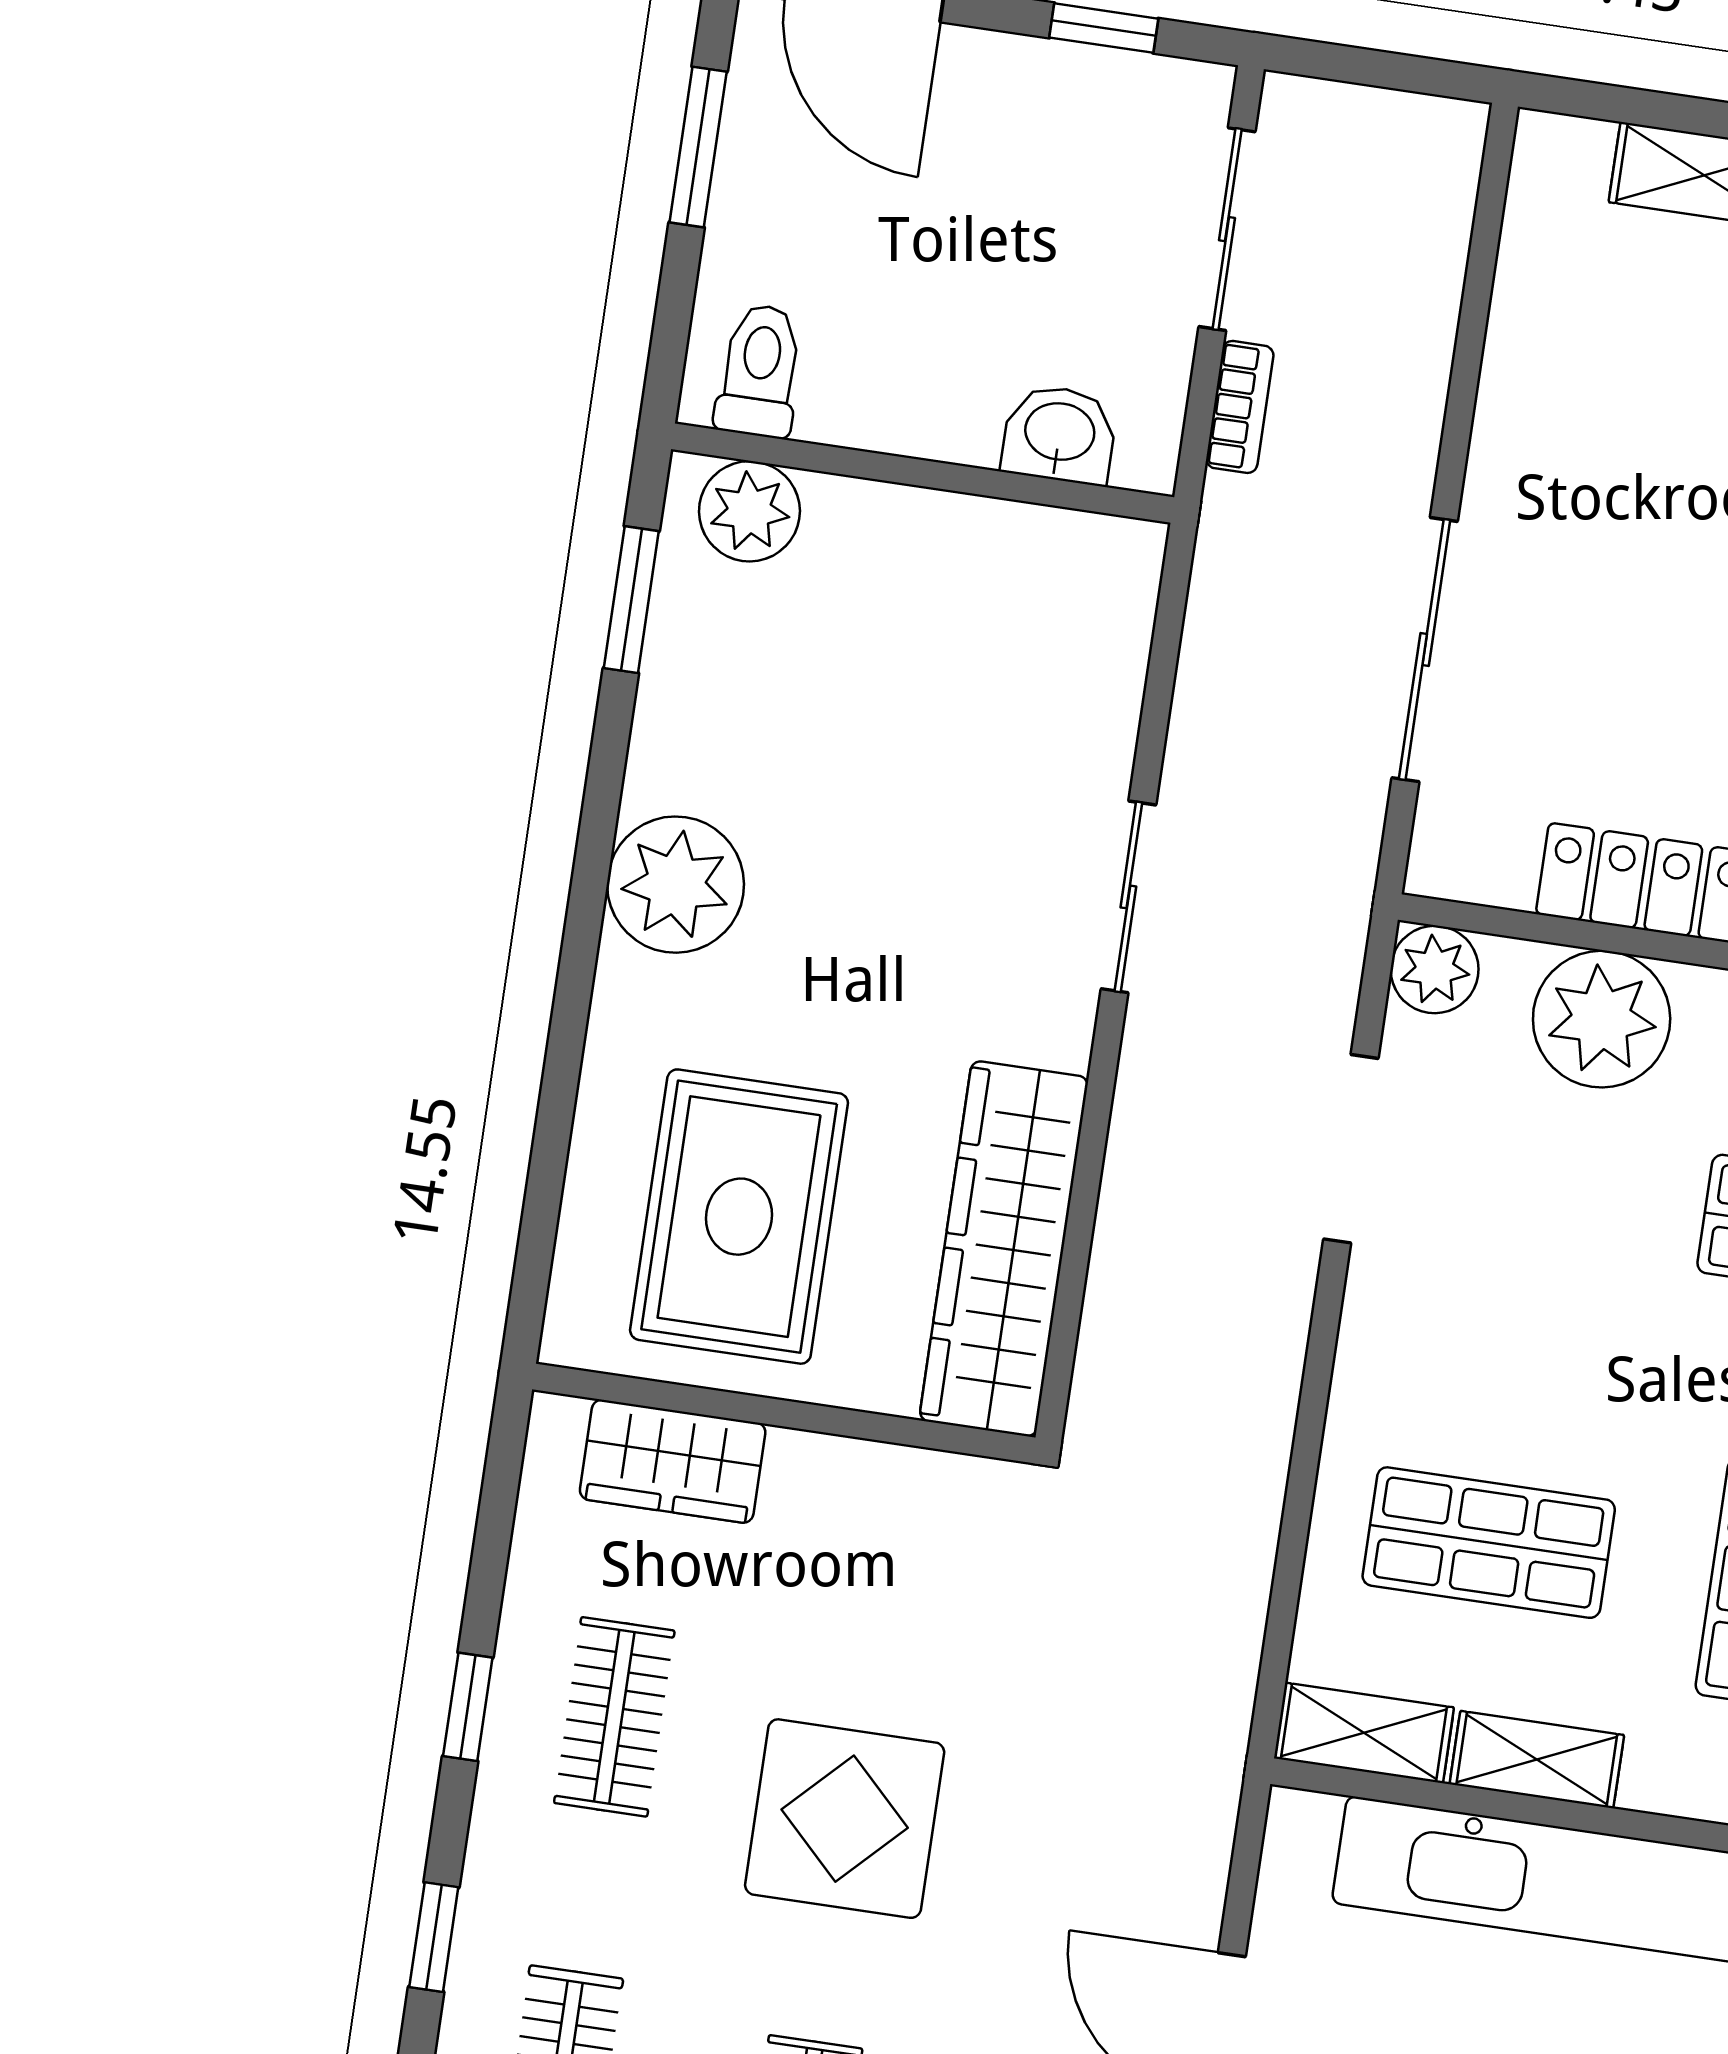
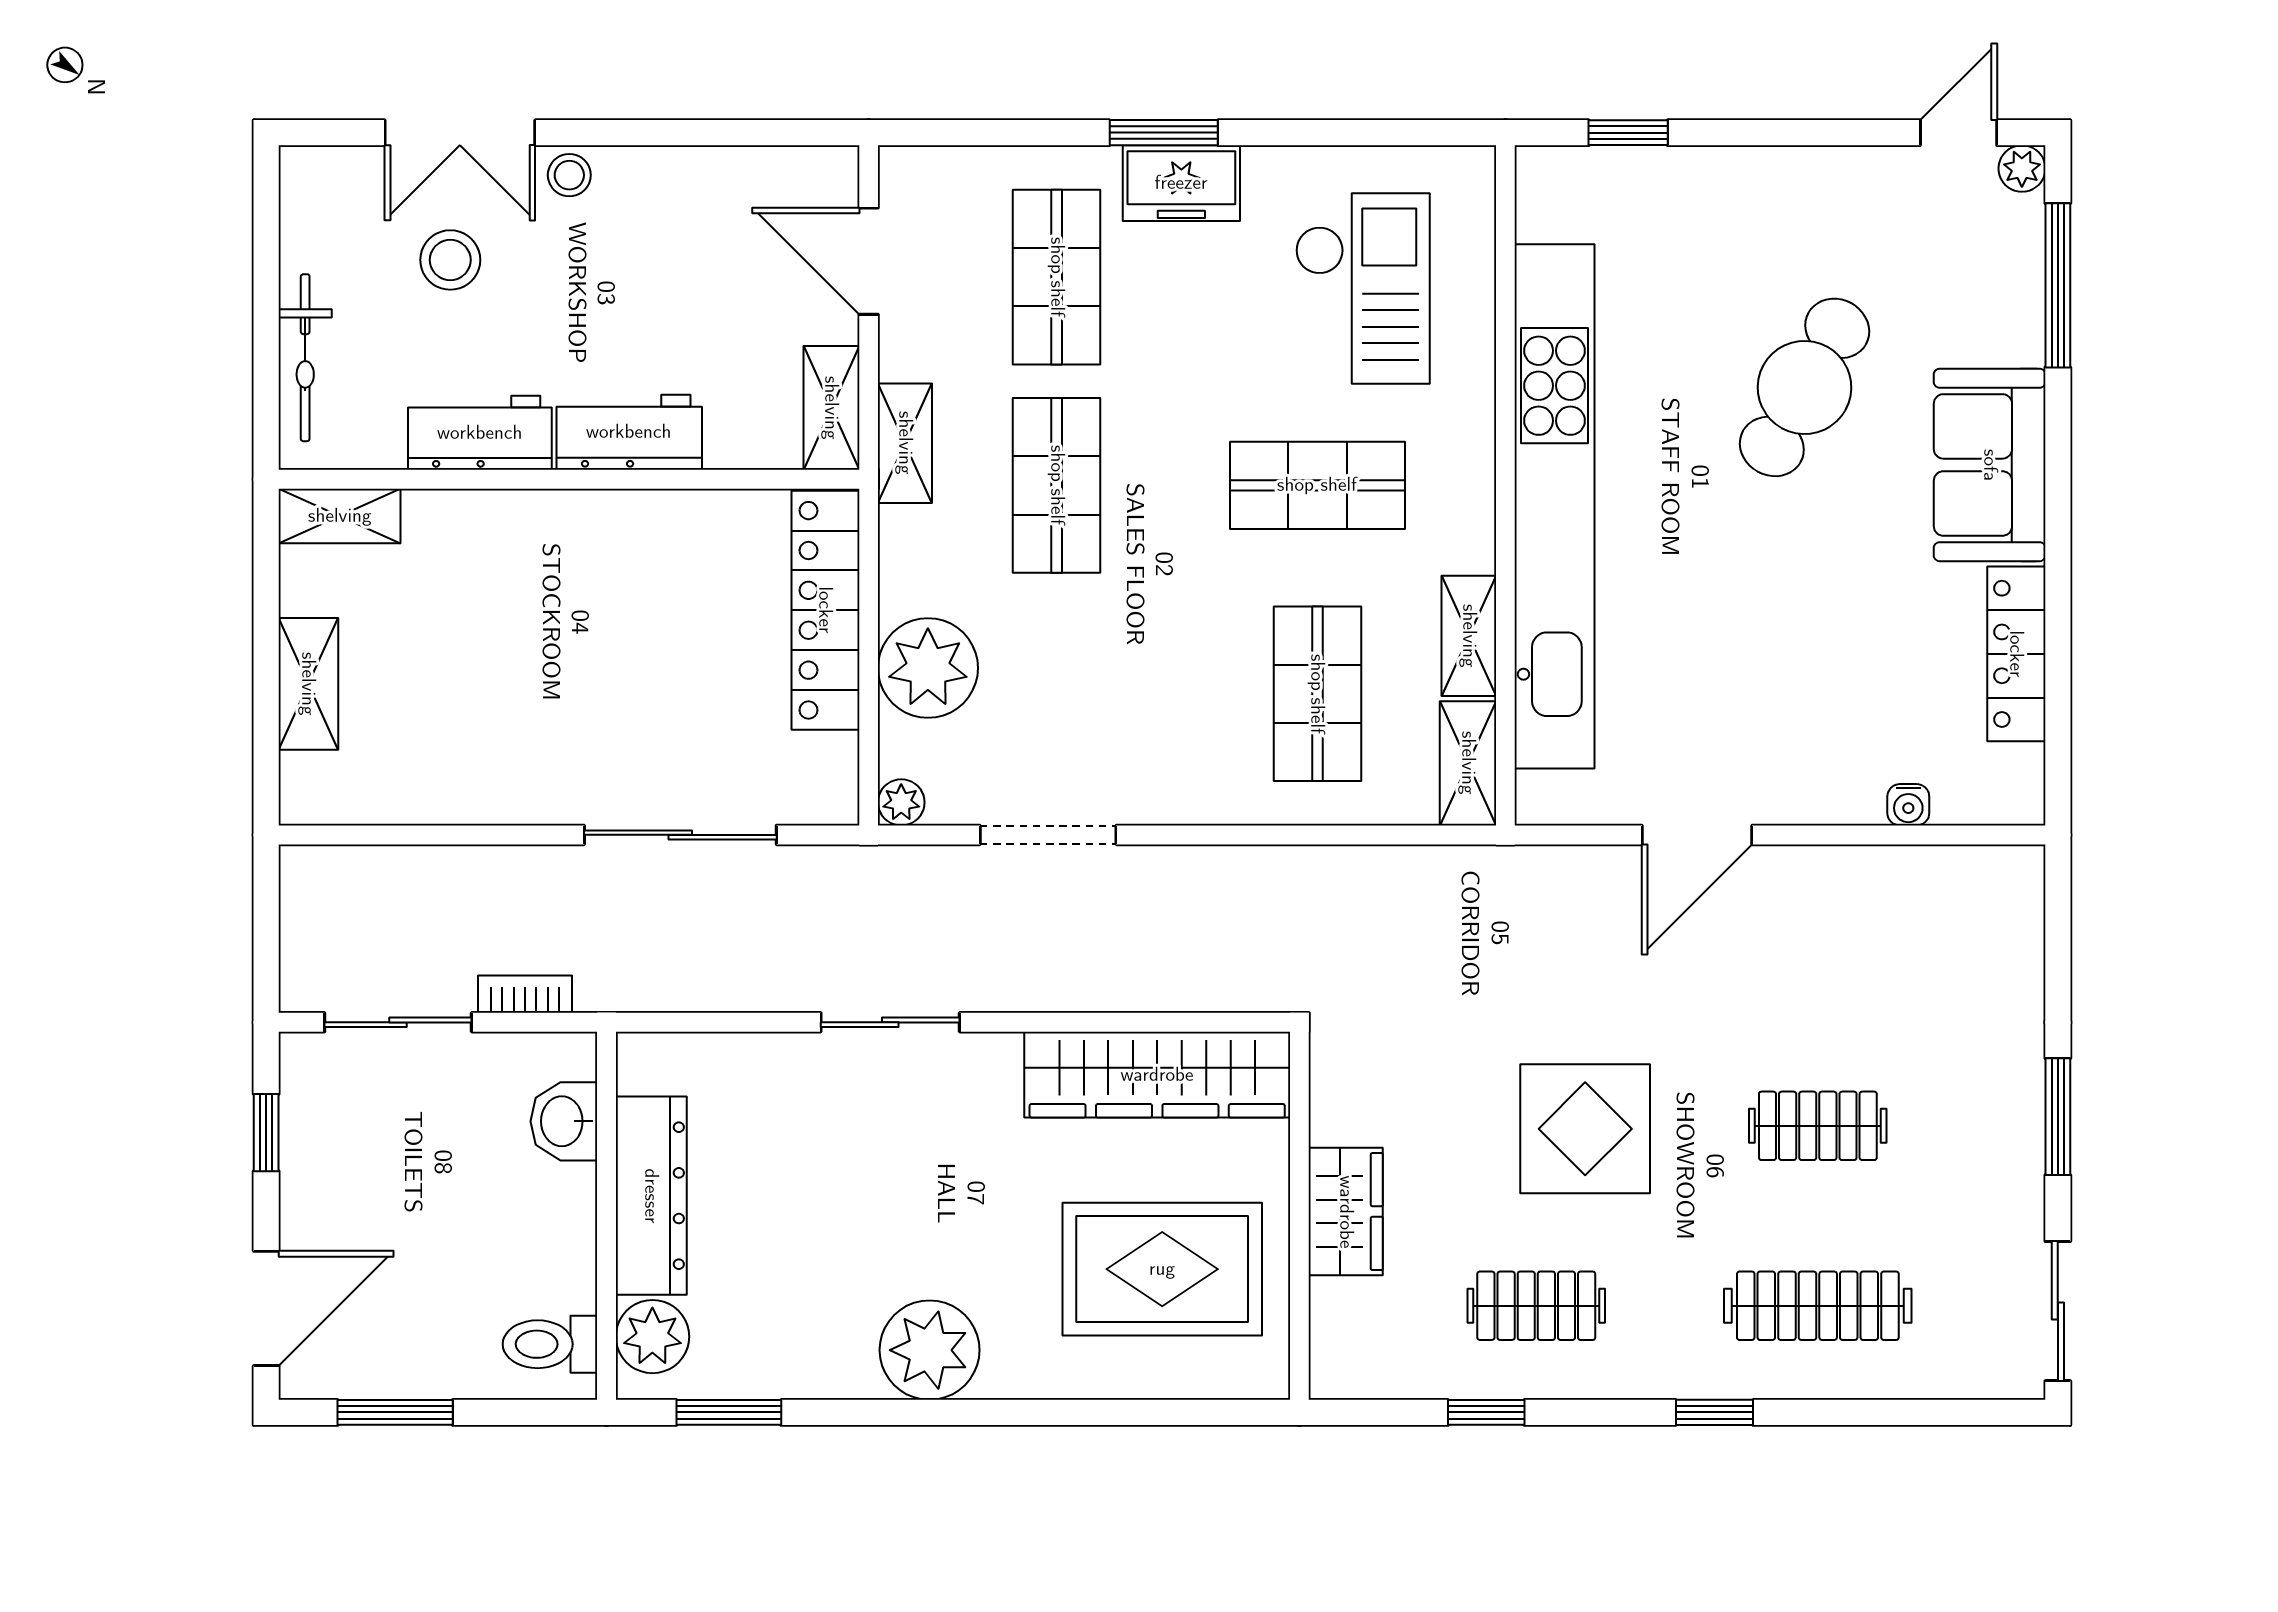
dresser: (941, 538) -> (651, 1196), added
plant: (1435, 970) -> (901, 802), width x0.73, depth x0.73
wardrobe: (673, 1461) -> (1346, 1212), moved
window: (468, 1707) -> (1486, 1412), moved

